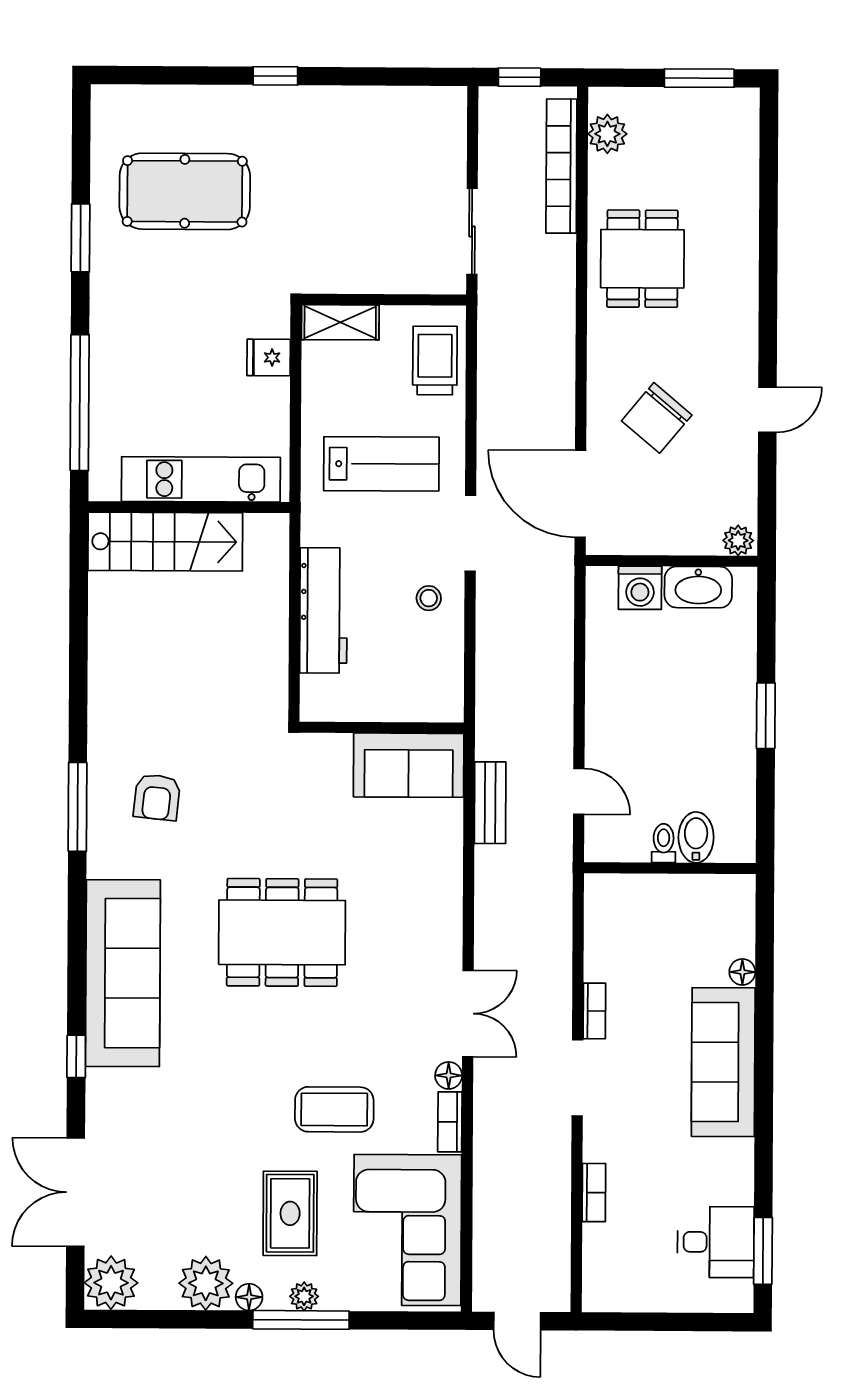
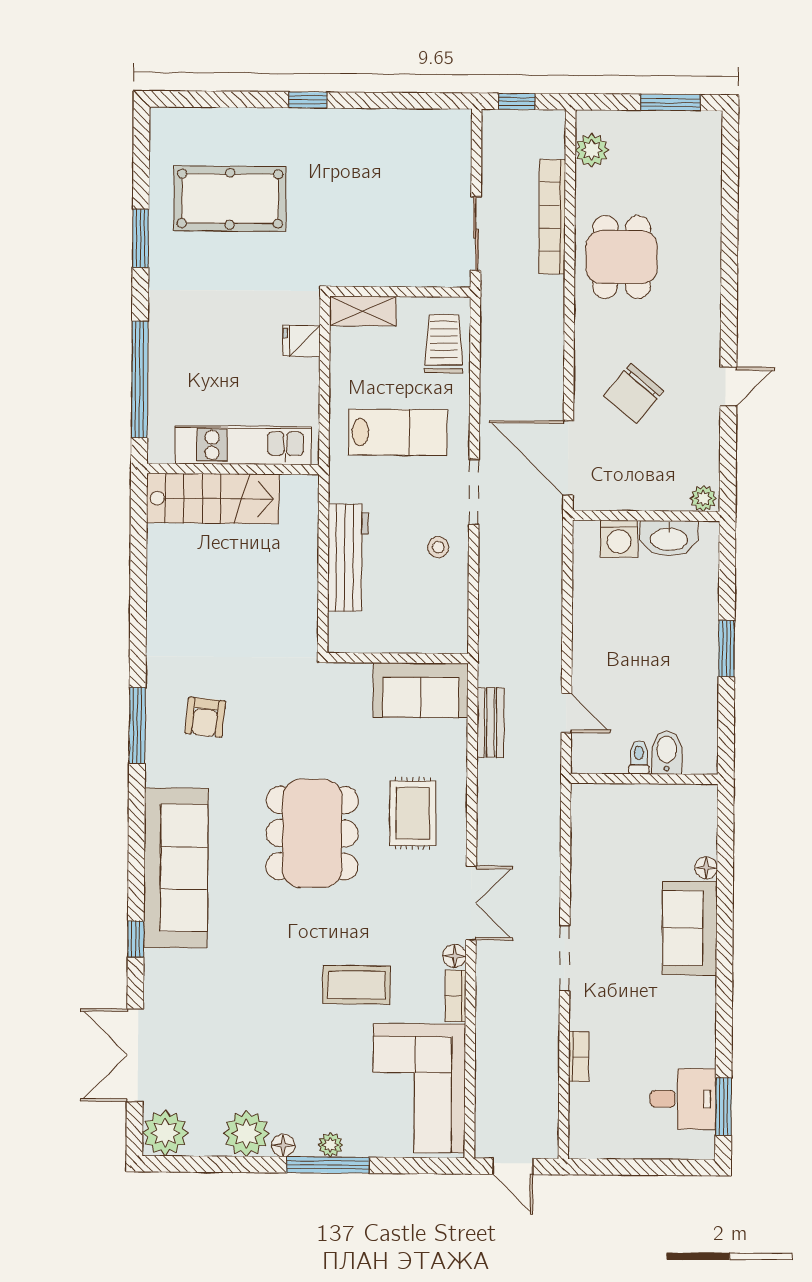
bookcase: (561, 166) -> (552, 217), moved
dining table: (282, 932) -> (312, 833), turned 90
bookcase: (594, 1011) -> (579, 901), removed
sofa: (723, 1062) -> (690, 928), width x0.73
rug: (290, 1213) -> (413, 813), moved

